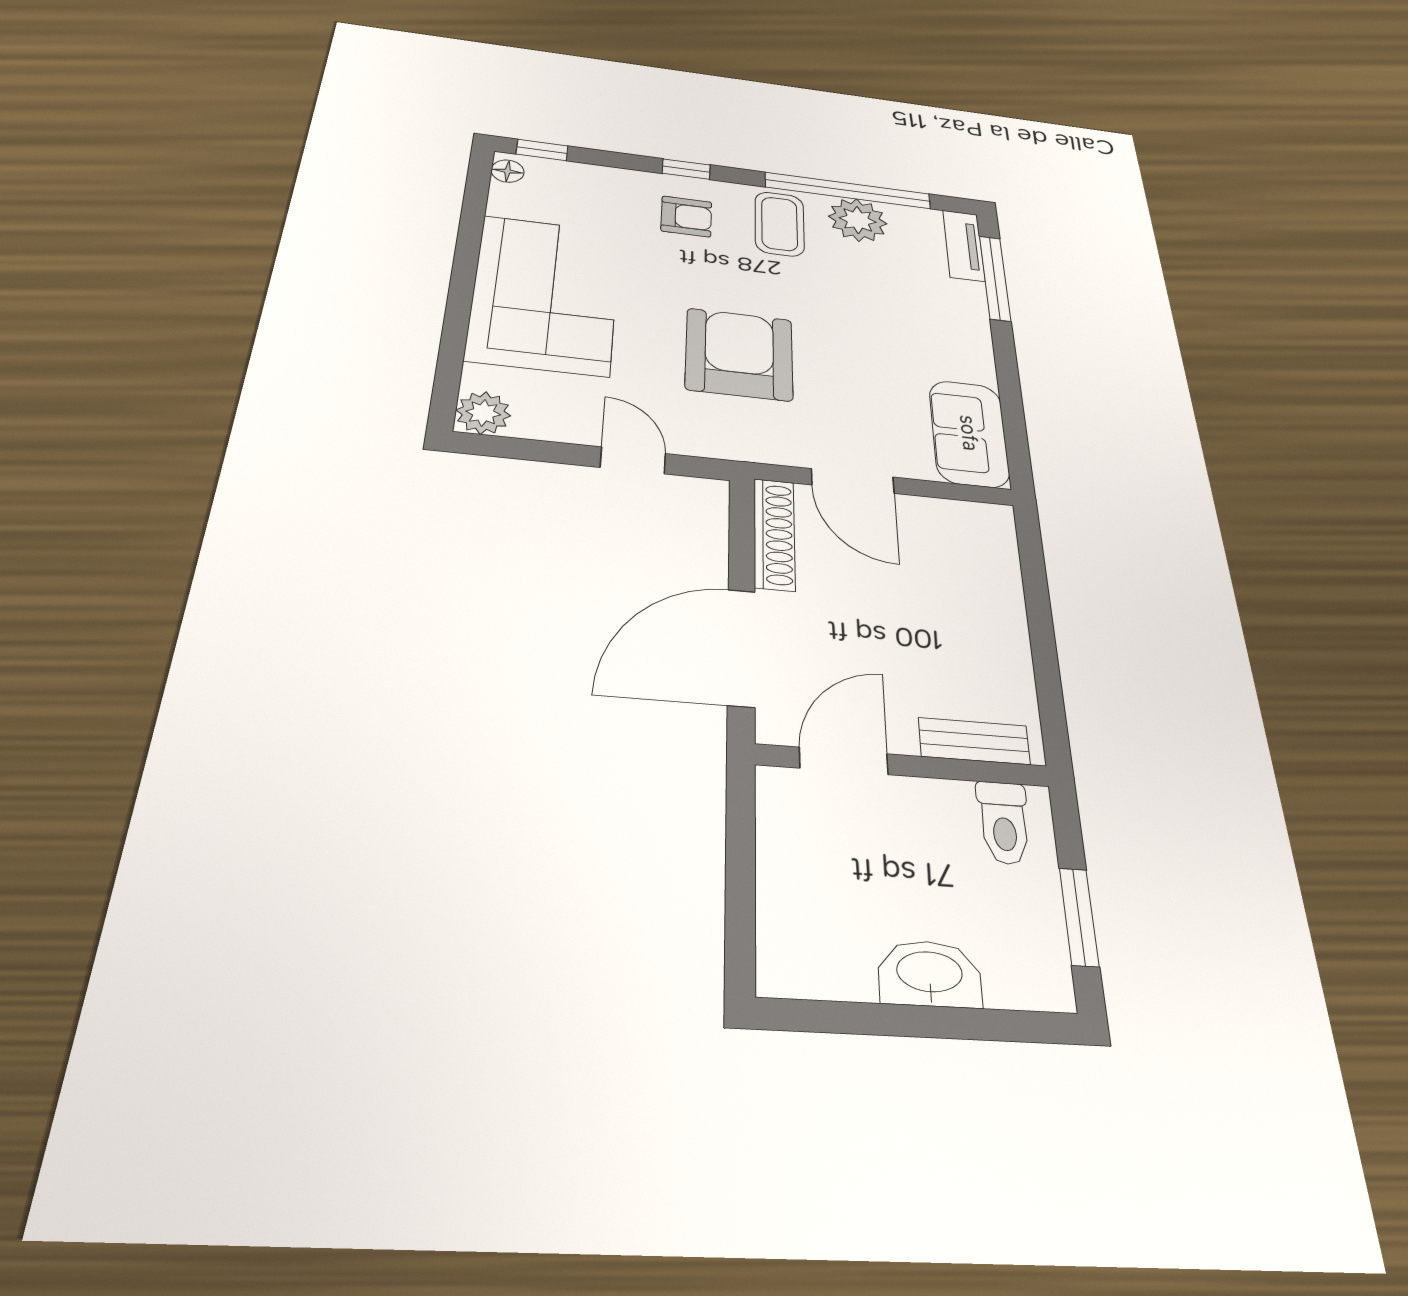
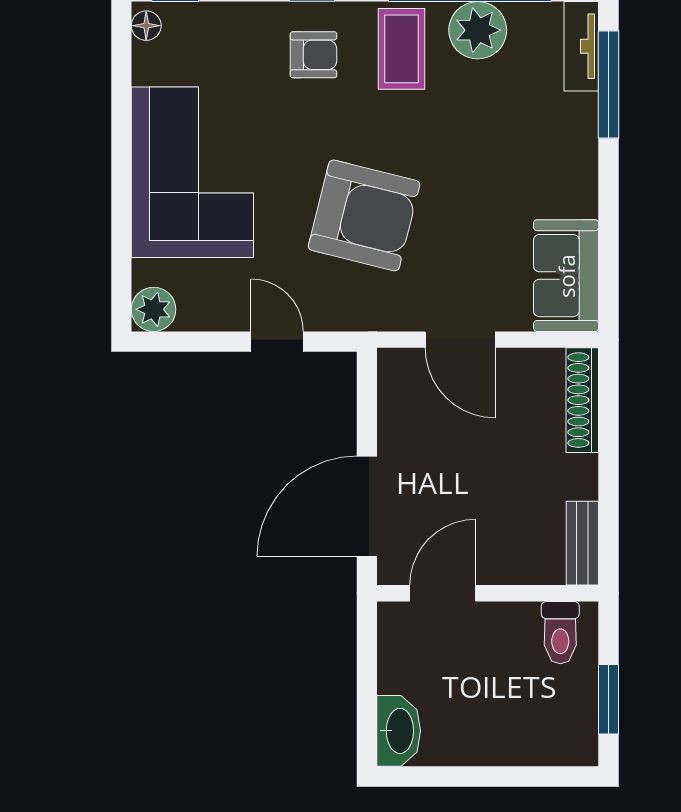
armchair: (739, 354) -> (364, 215), turned 104
shoe rack: (774, 534) -> (582, 400), moved, turned 180
bench: (974, 741) -> (582, 543), moved, turned 90
washbasin: (930, 974) -> (399, 731), moved, turned 90

